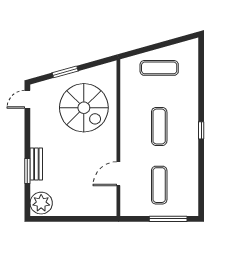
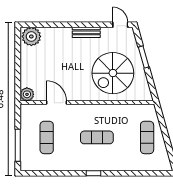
bench: (36, 164) -> (86, 32), moved
window: (27, 171) -> (59, 25), removed
exercise mat: (159, 185) -> (47, 137), turned 90
plant: (109, 208) -> (27, 94), added

